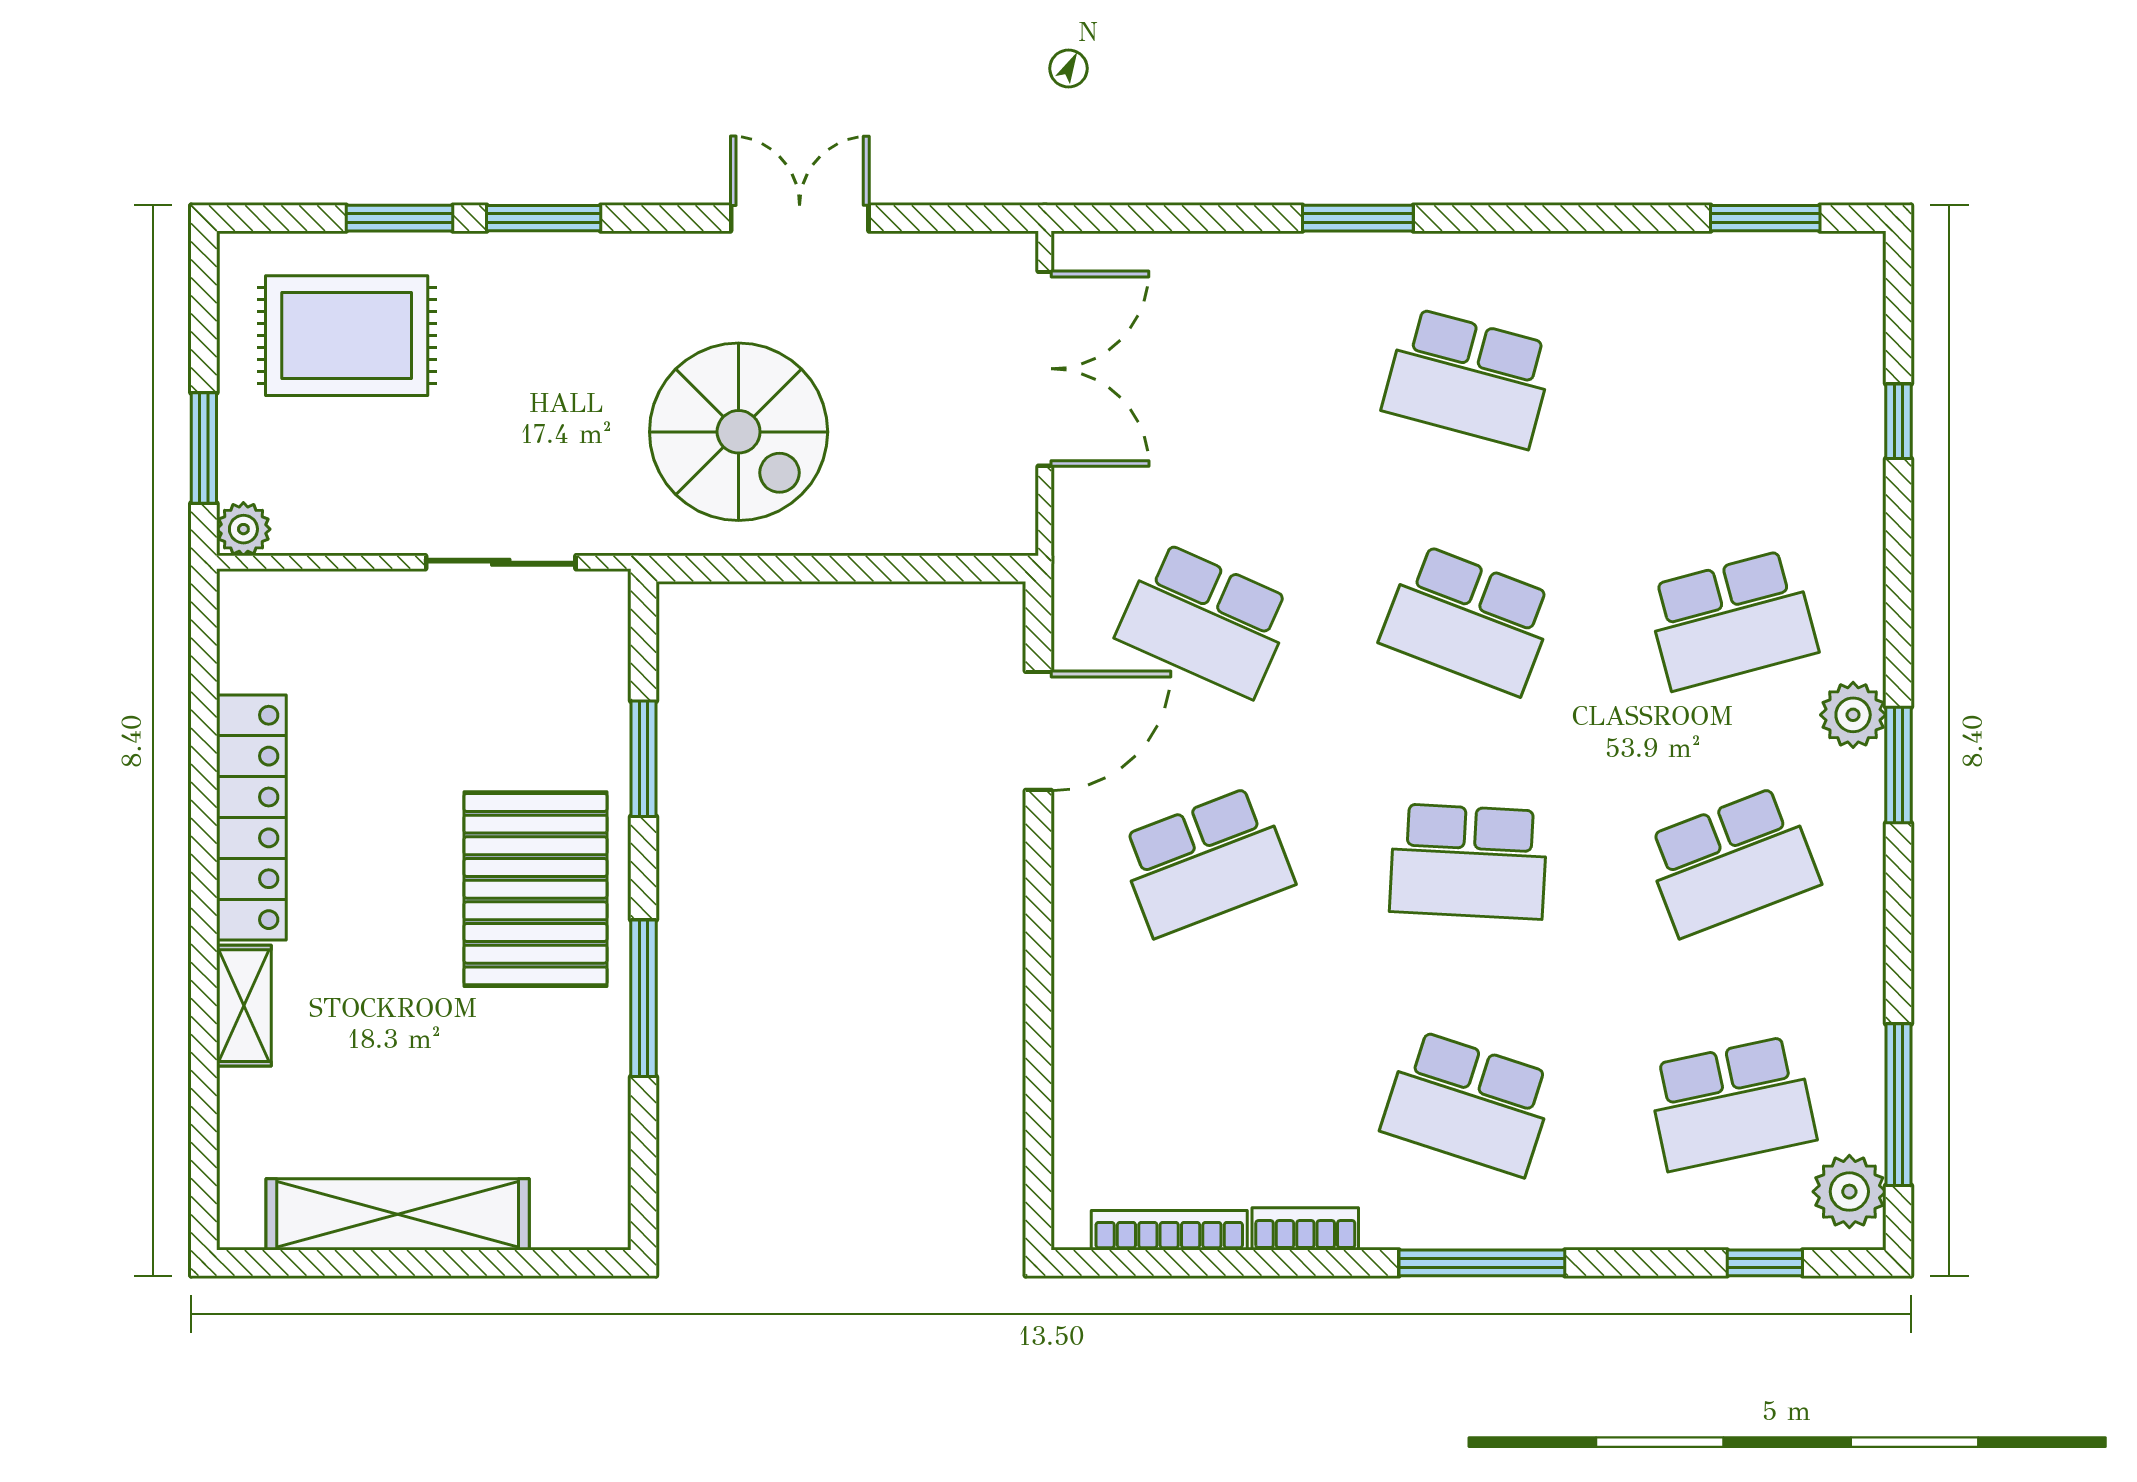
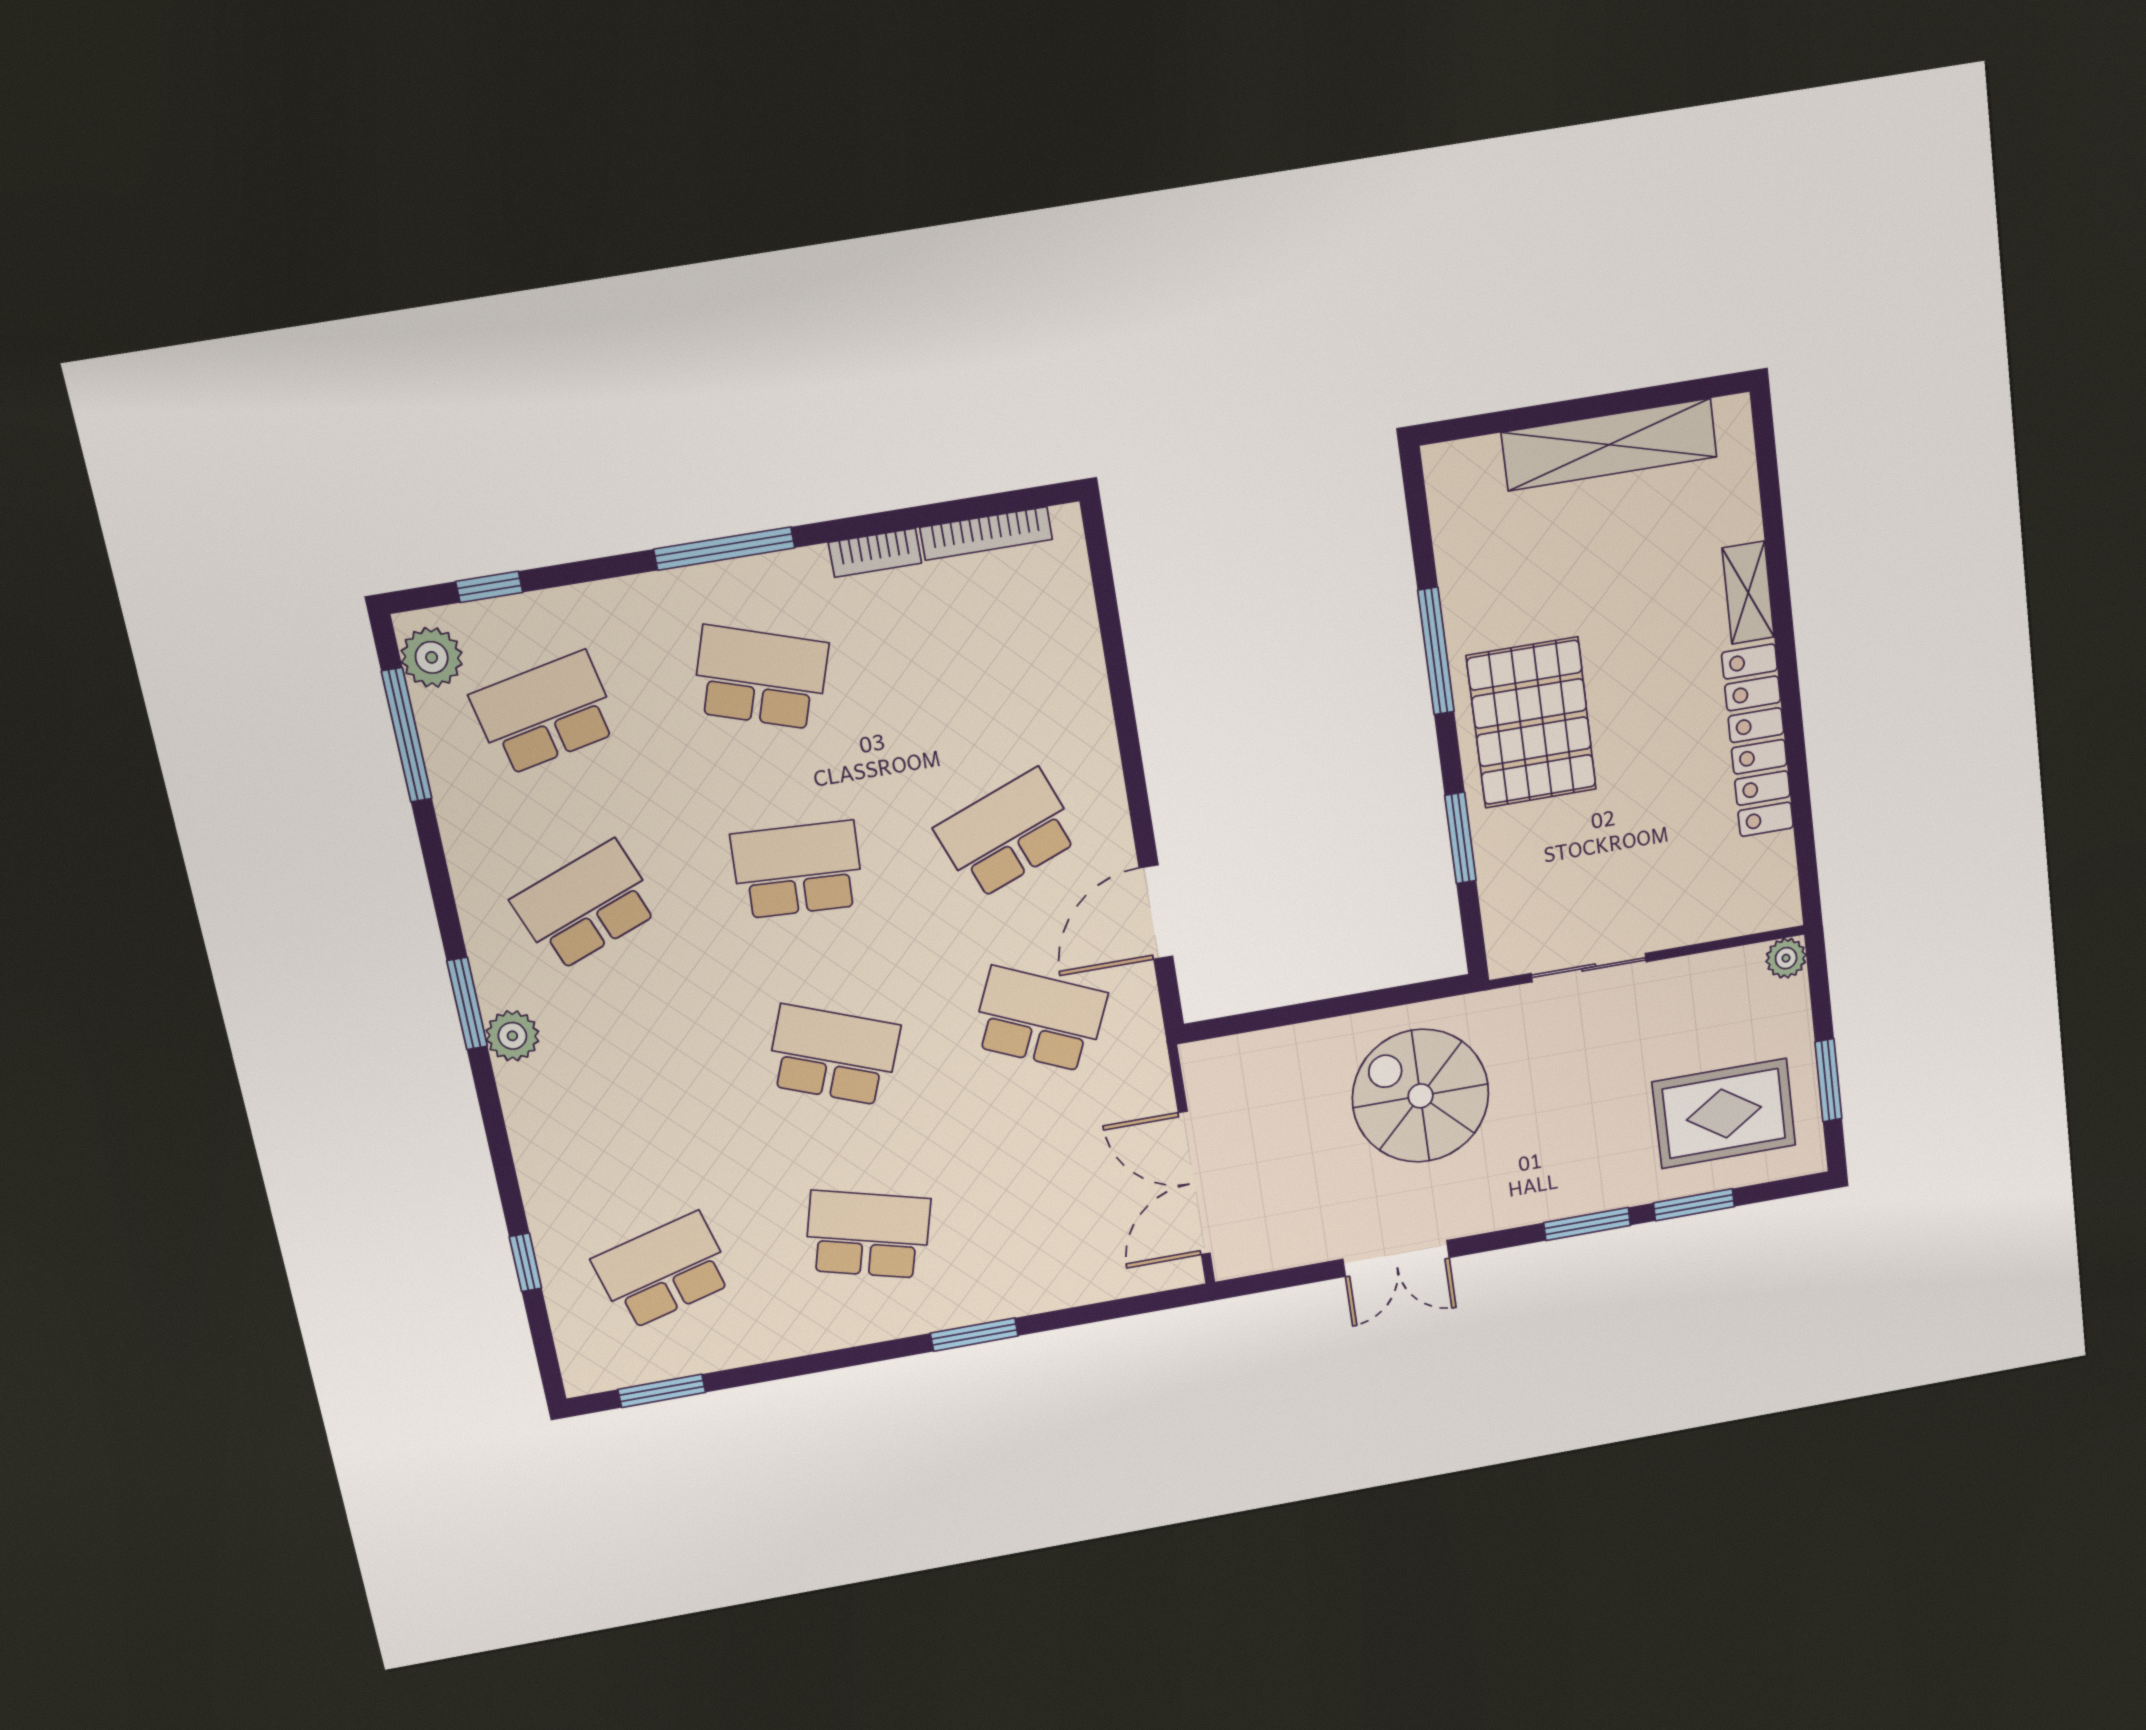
window: (204, 448) -> (1828, 1080), moved
school desk: (1731, 620) -> (663, 1271), moved

